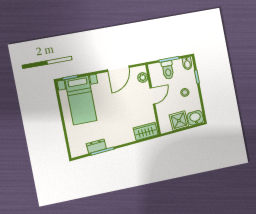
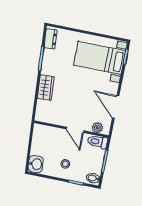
toilet: (168, 70) -> (98, 142), moved
shower: (179, 121) -> (40, 146), removed
wardrobe: (146, 131) -> (46, 88), moved
dresser: (96, 146) -> (51, 39), moved

